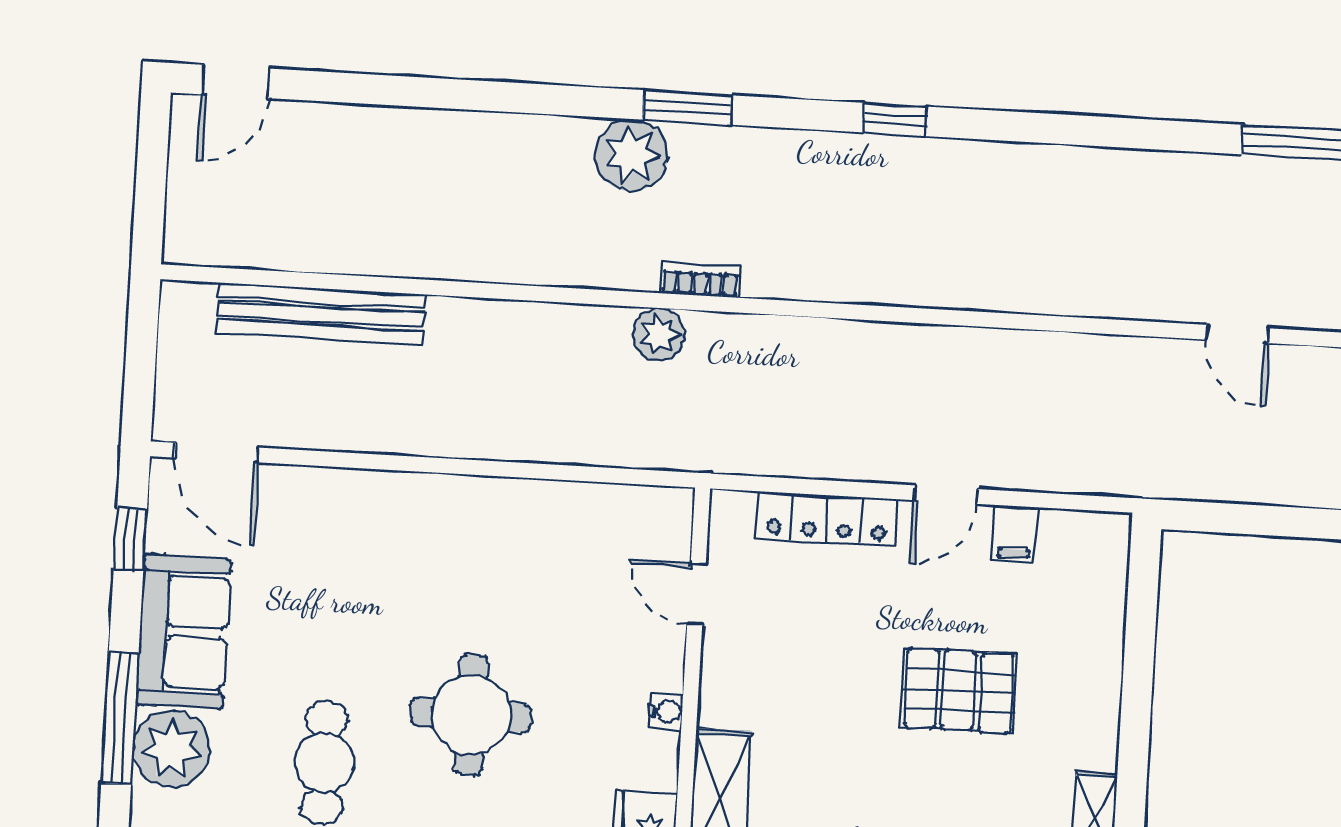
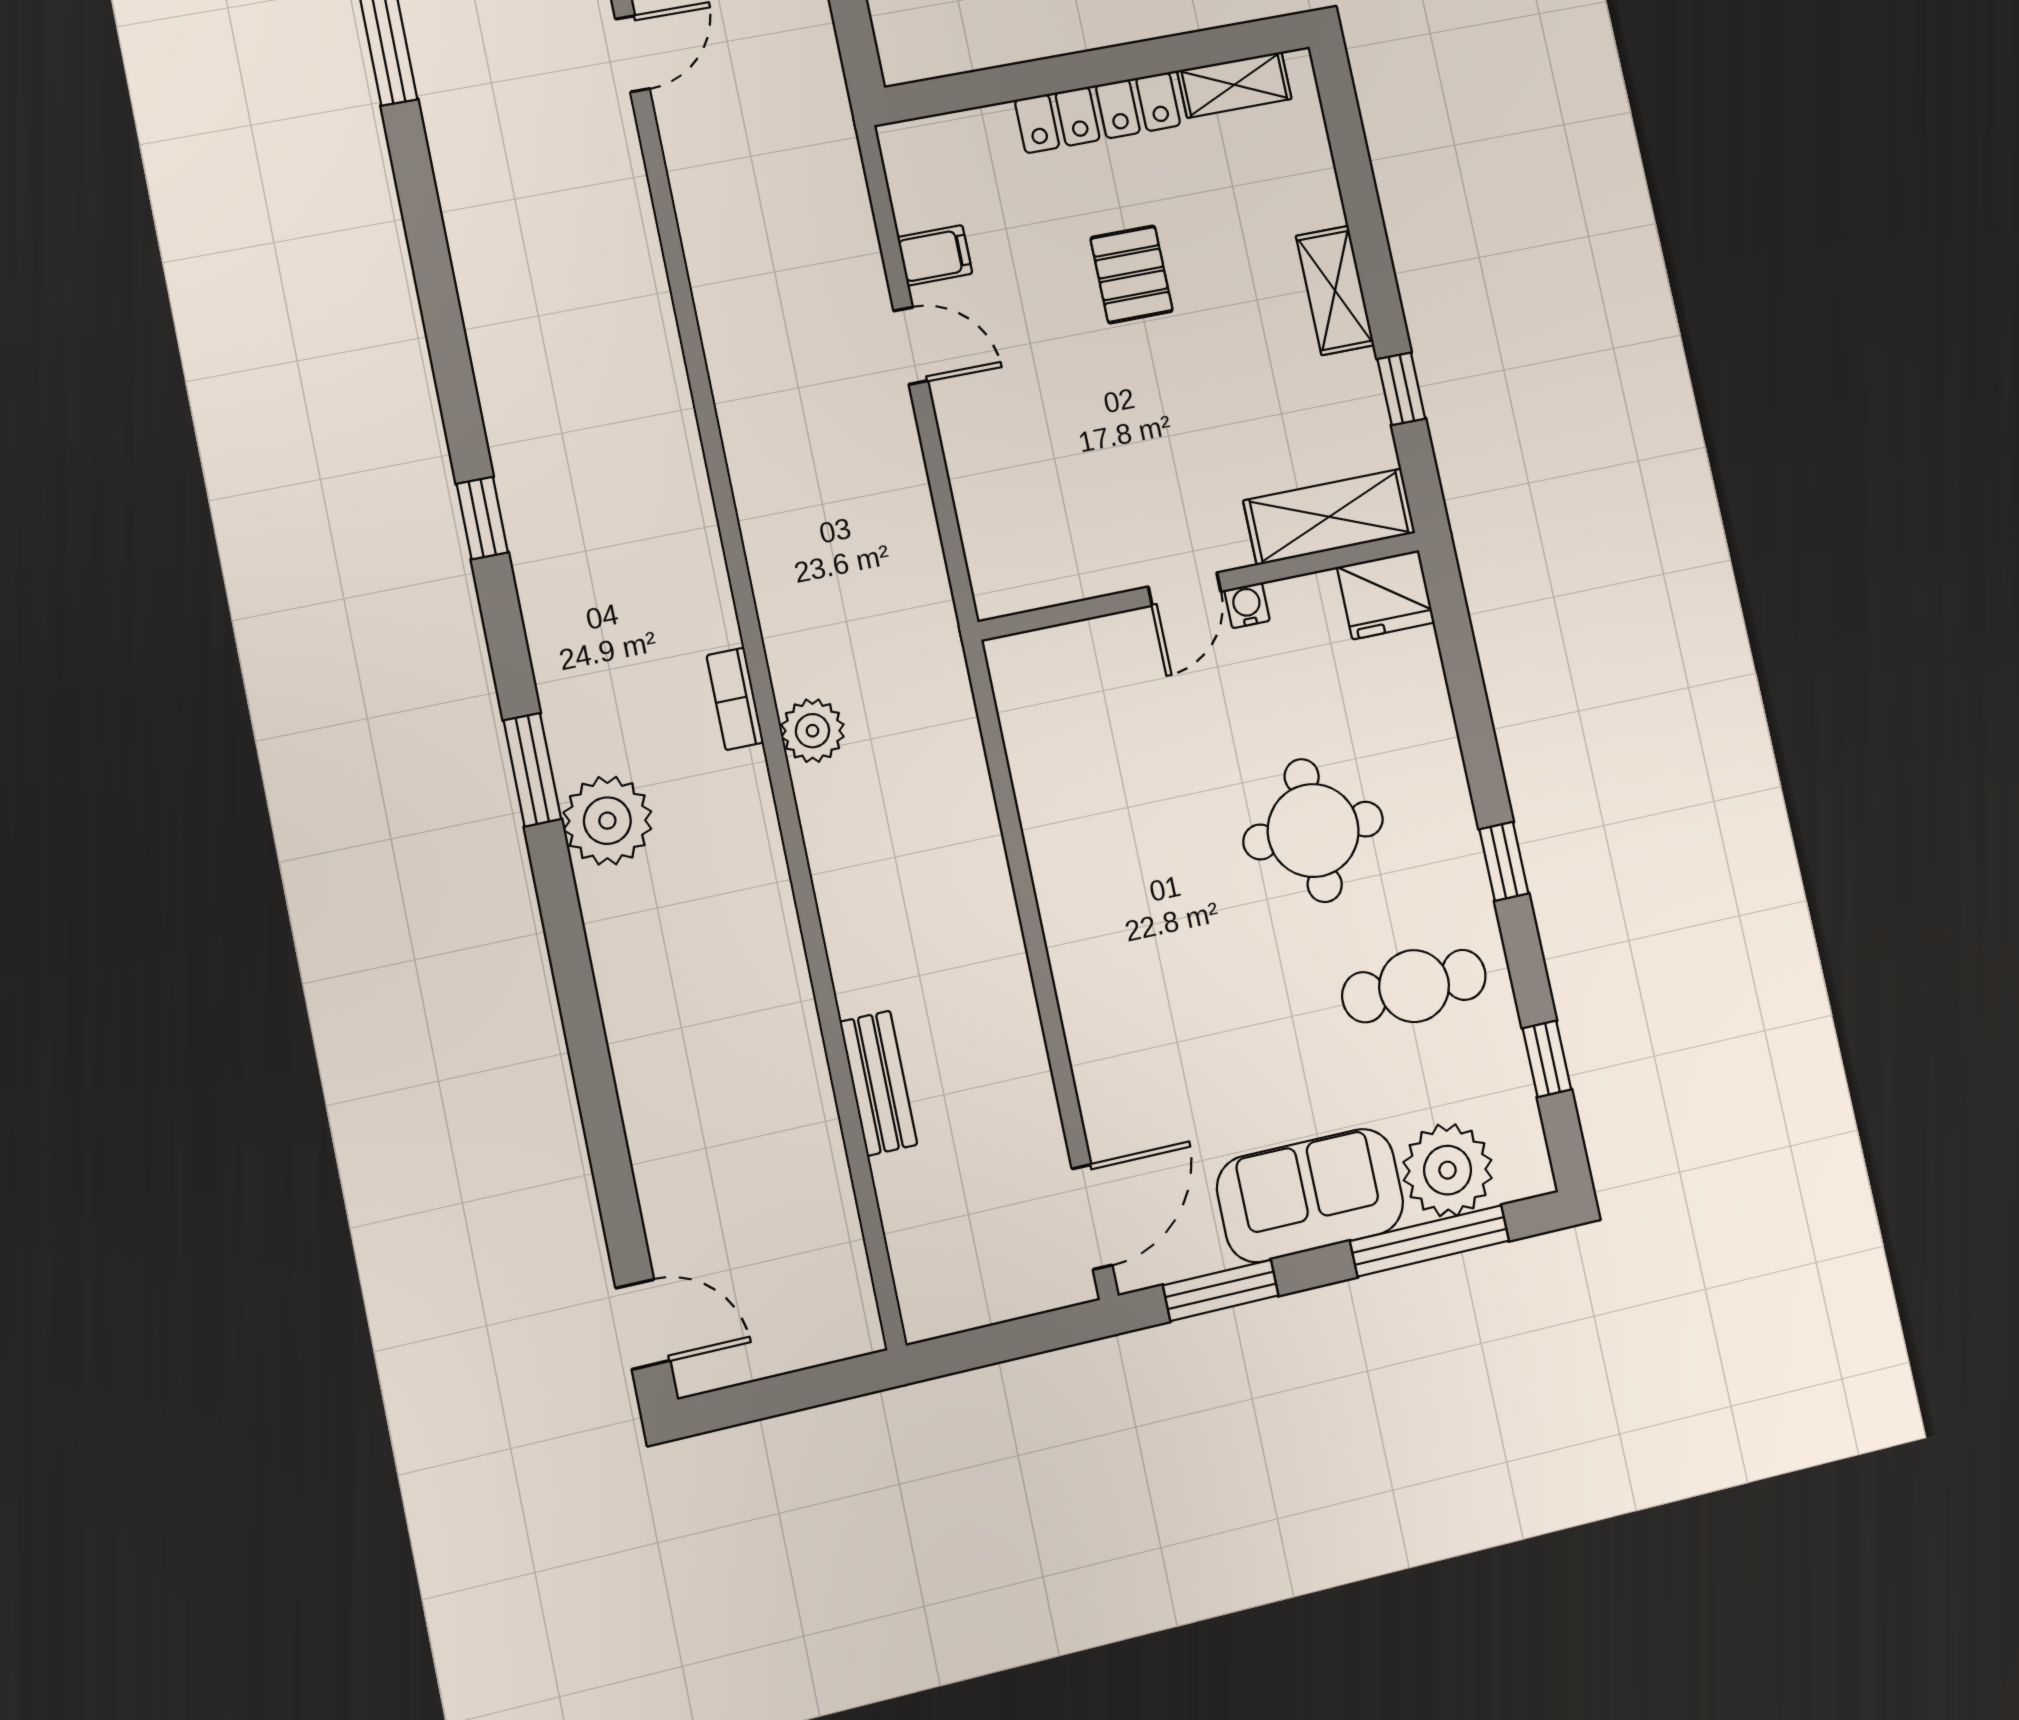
bench: (321, 314) -> (878, 1083), width x0.54, depth x0.82
locker: (827, 518) -> (1098, 113), moved, turned 90
window: (130, 539) -> (1221, 1290), width x1.50
door: (697, 594) -> (1185, 589), moved
pallet: (959, 690) -> (1132, 274), width x0.67, depth x0.71

